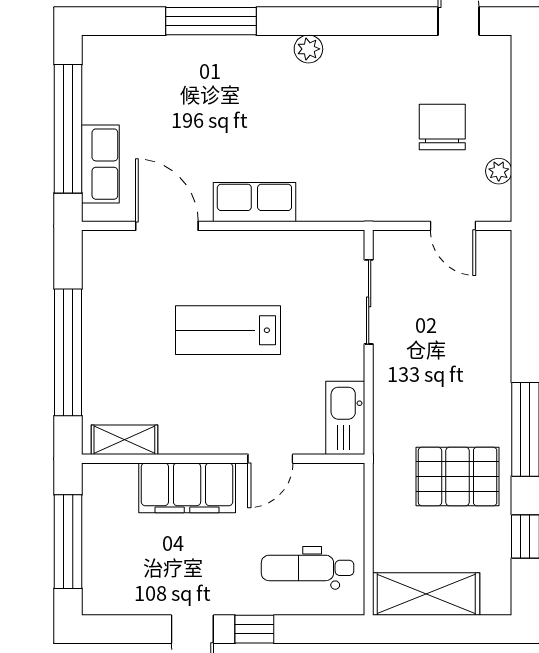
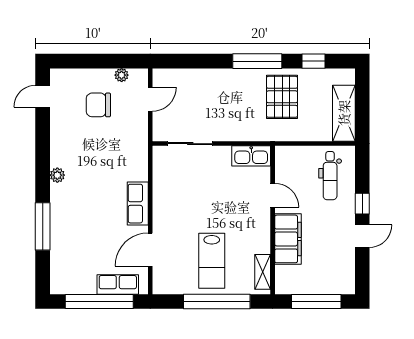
lab bench: (228, 330) -> (212, 261), moved

